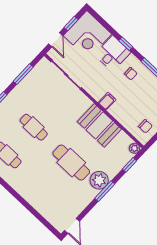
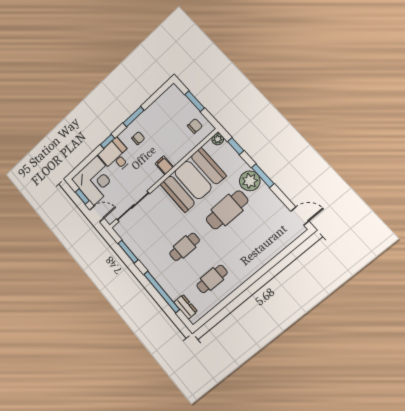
booth: (99, 125) -> (193, 180), width x1.36, depth x1.42

